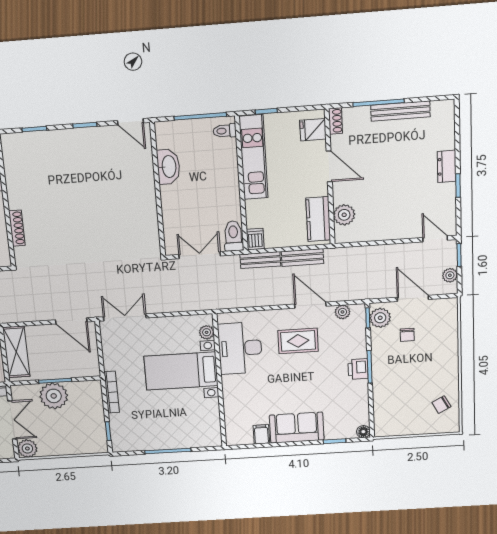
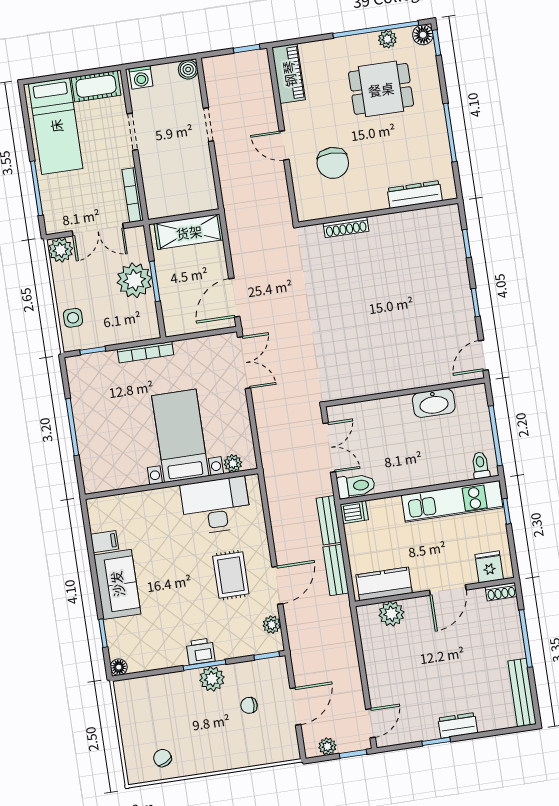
bench: (400, 111) -> (522, 693), moved
plant: (380, 318) -> (212, 679), moved
side table: (81, 444) -> (73, 318), added

